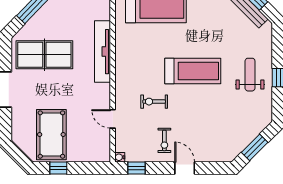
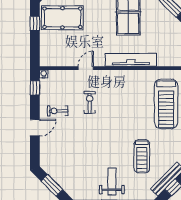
treadmill: (193, 71) -> (142, 156), moved, width x0.73, depth x0.73
weight bench: (250, 75) -> (112, 181), turned -90
door: (113, 119) -> (86, 68), moved

